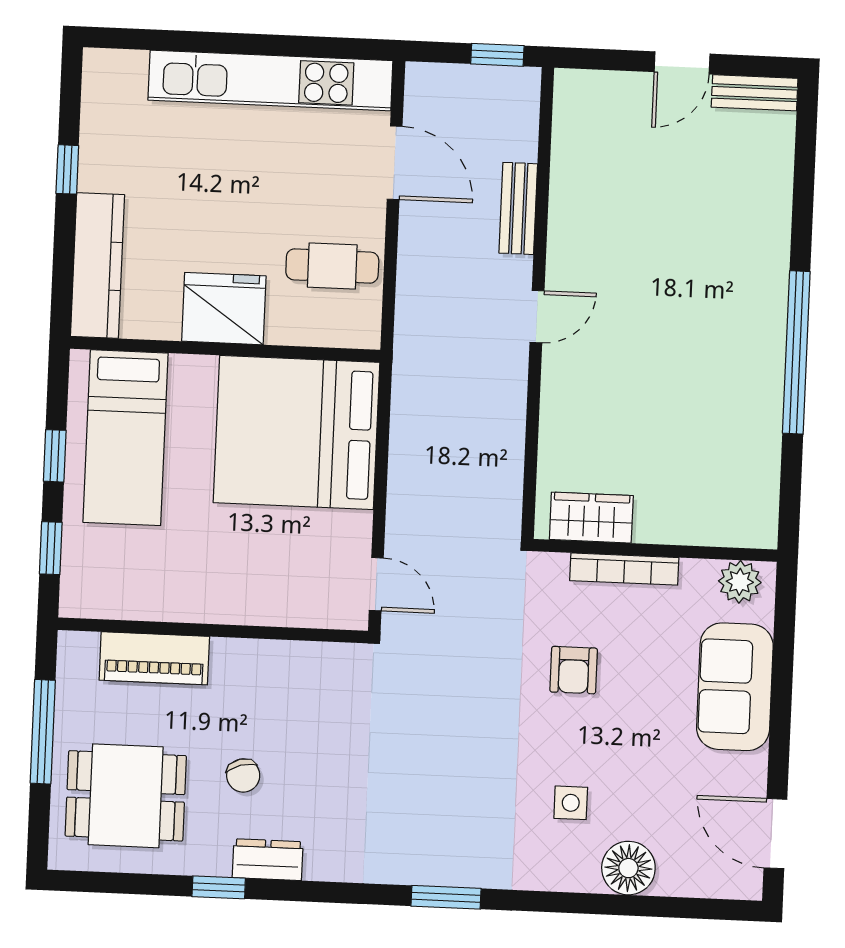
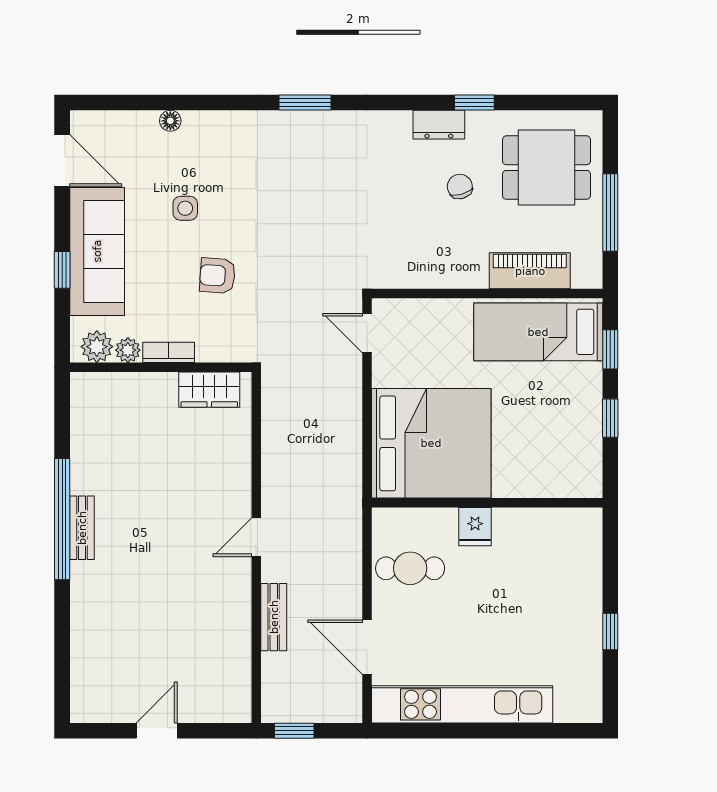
bench: (755, 93) -> (82, 528), moved, turned 90
kitchen counter: (97, 266) -> (585, 561), removed
fridge: (224, 309) -> (475, 527), width x0.53, depth x0.75
bed: (126, 438) -> (538, 332), moved, turned -90
bookcase: (624, 569) -> (169, 352), width x0.64
plant: (698, 575) -> (128, 350), added
armchair: (574, 670) -> (217, 276), turned -86
sofa: (735, 687) -> (97, 251), width x1.36
window: (782, 687) -> (62, 270), added
side table: (571, 803) -> (185, 208), moved
floor lamp: (628, 868) -> (170, 121), width x0.53, depth x0.53

